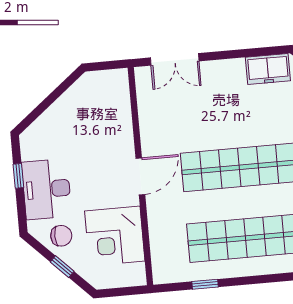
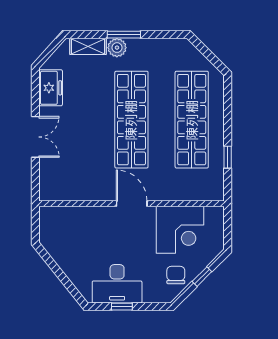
double door: (175, 59) -> (35, 137), moved
desk: (47, 189) -> (117, 284), moved

